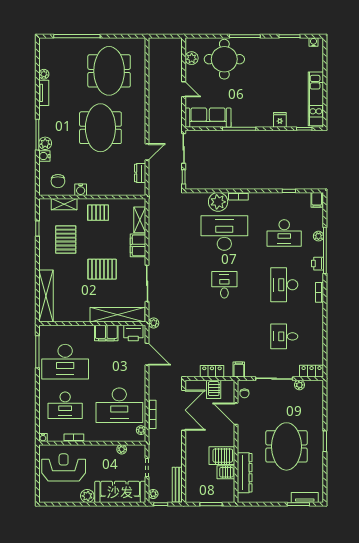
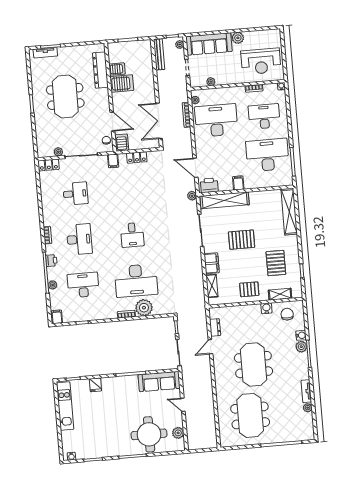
filing cabinet: (106, 333) -> (238, 183), width x0.50
server rack: (214, 389) -> (122, 143), moved

